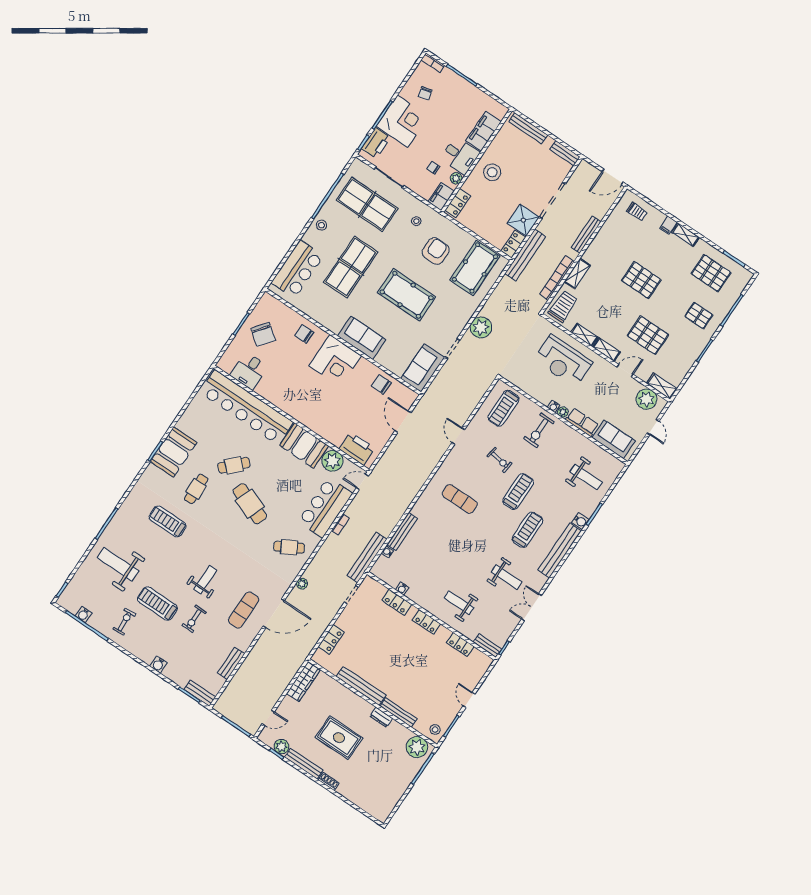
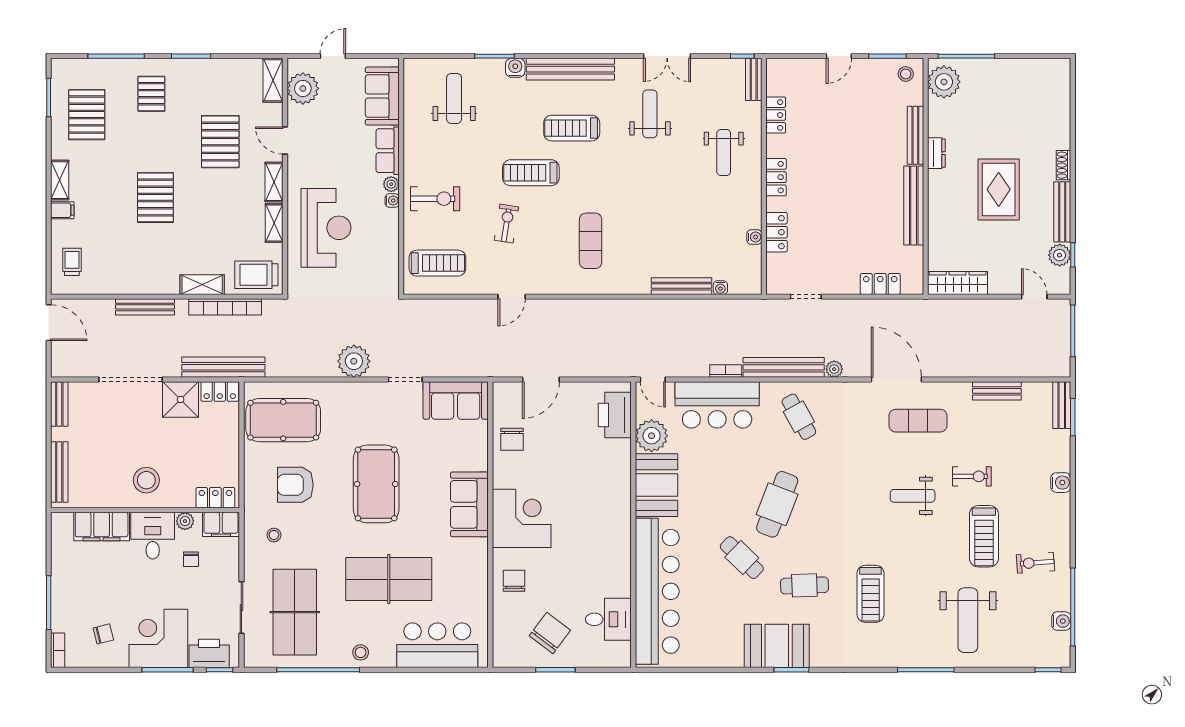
chair: (304, 334) -> (514, 581), turned 180
bench: (367, 557) -> (784, 367), moved

